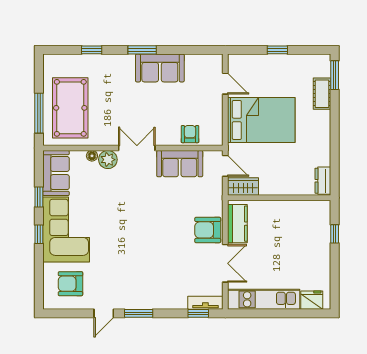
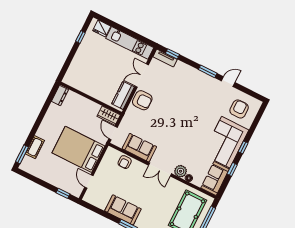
window: (277, 50) -> (63, 193), moved
window: (335, 234) -> (80, 37), moved
armchair: (70, 284) -> (239, 109), turned -90

